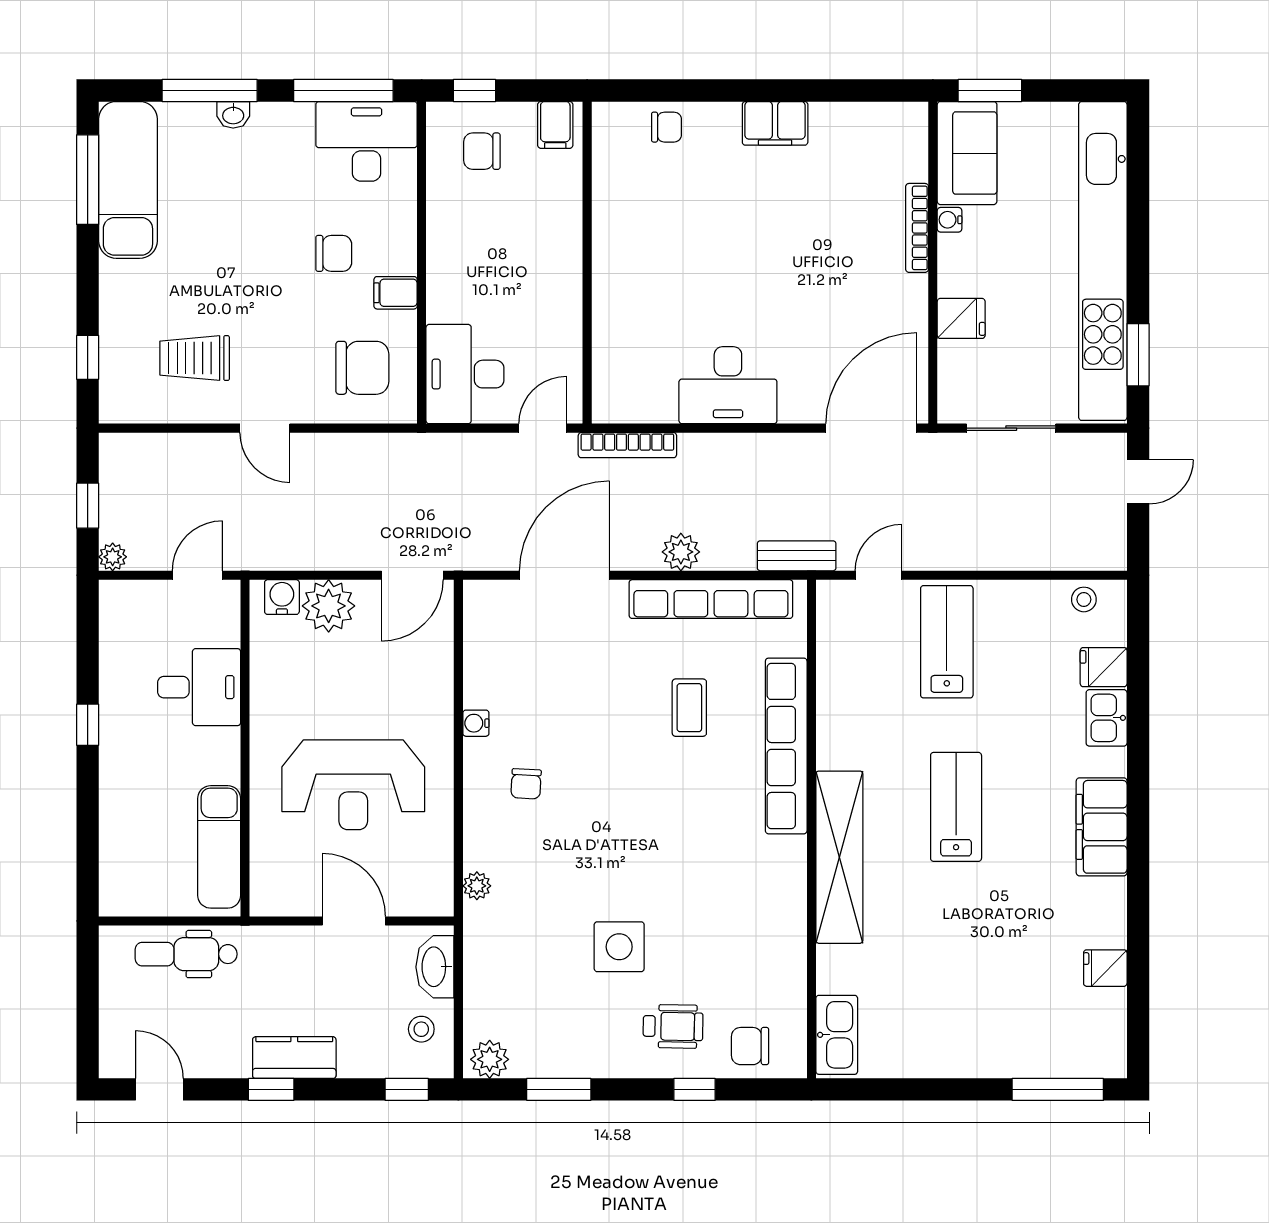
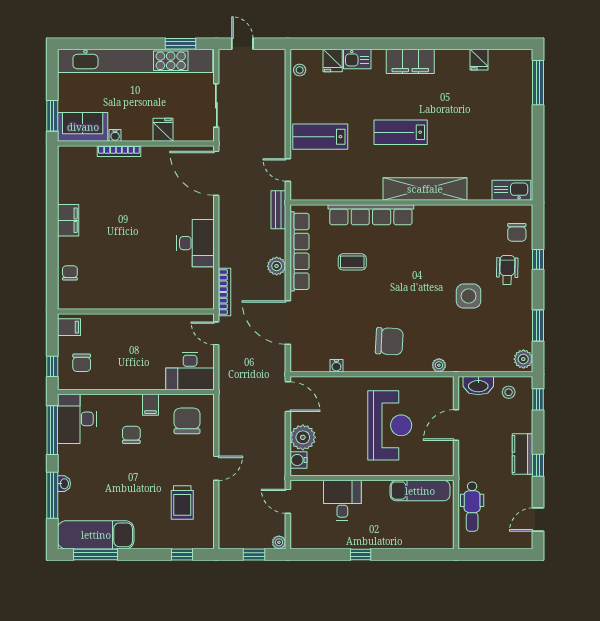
water cooler: (476, 723) -> (336, 366), moved
chair: (526, 784) -> (389, 341), width x1.87, depth x1.87

